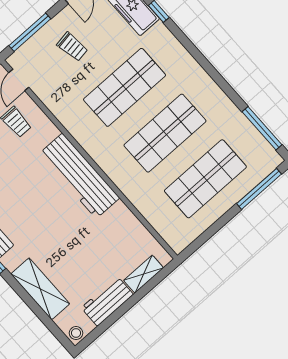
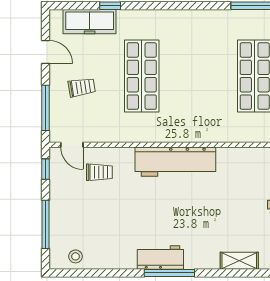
shop shelf: (165, 133) -> (198, 76), removed
shelving: (40, 289) -> (239, 261), width x0.67, depth x0.75

